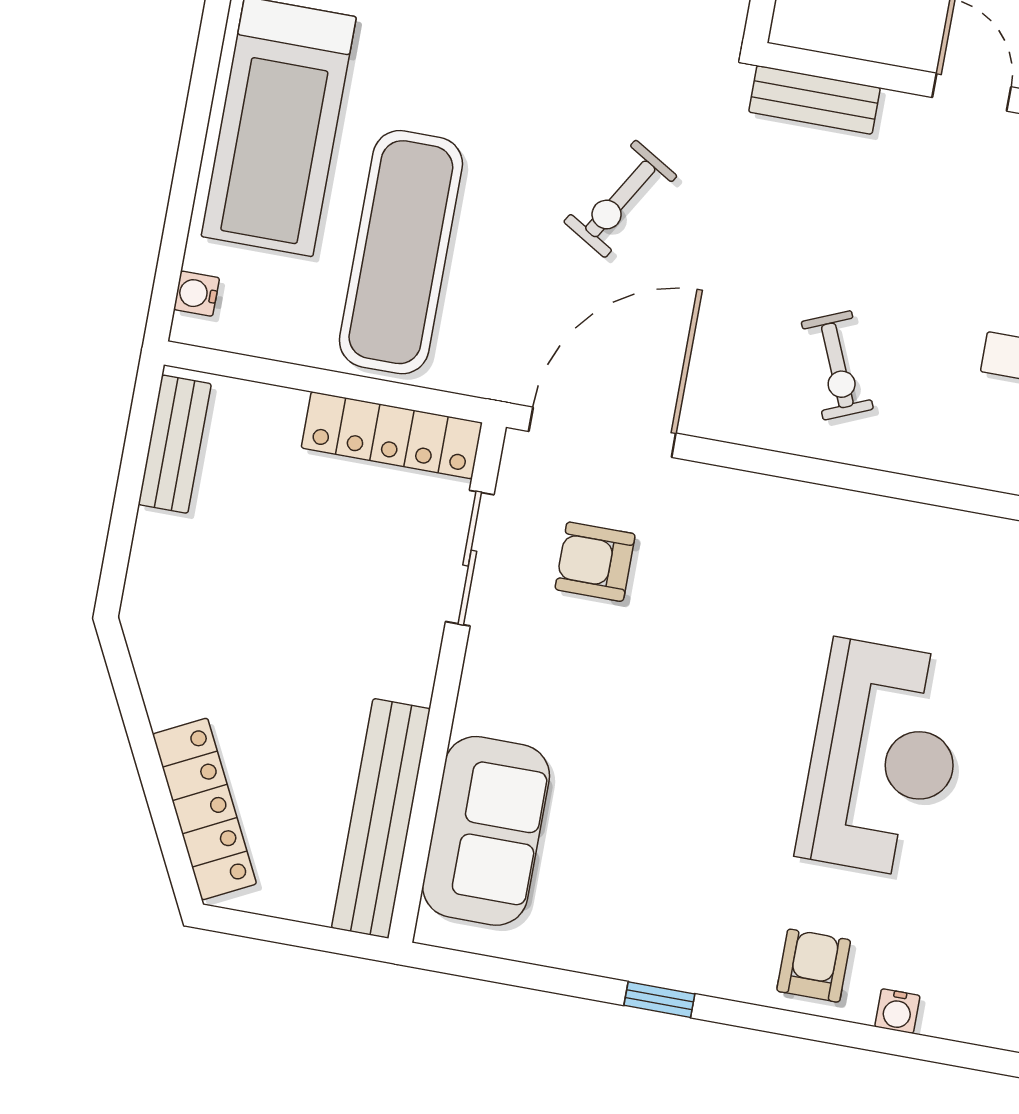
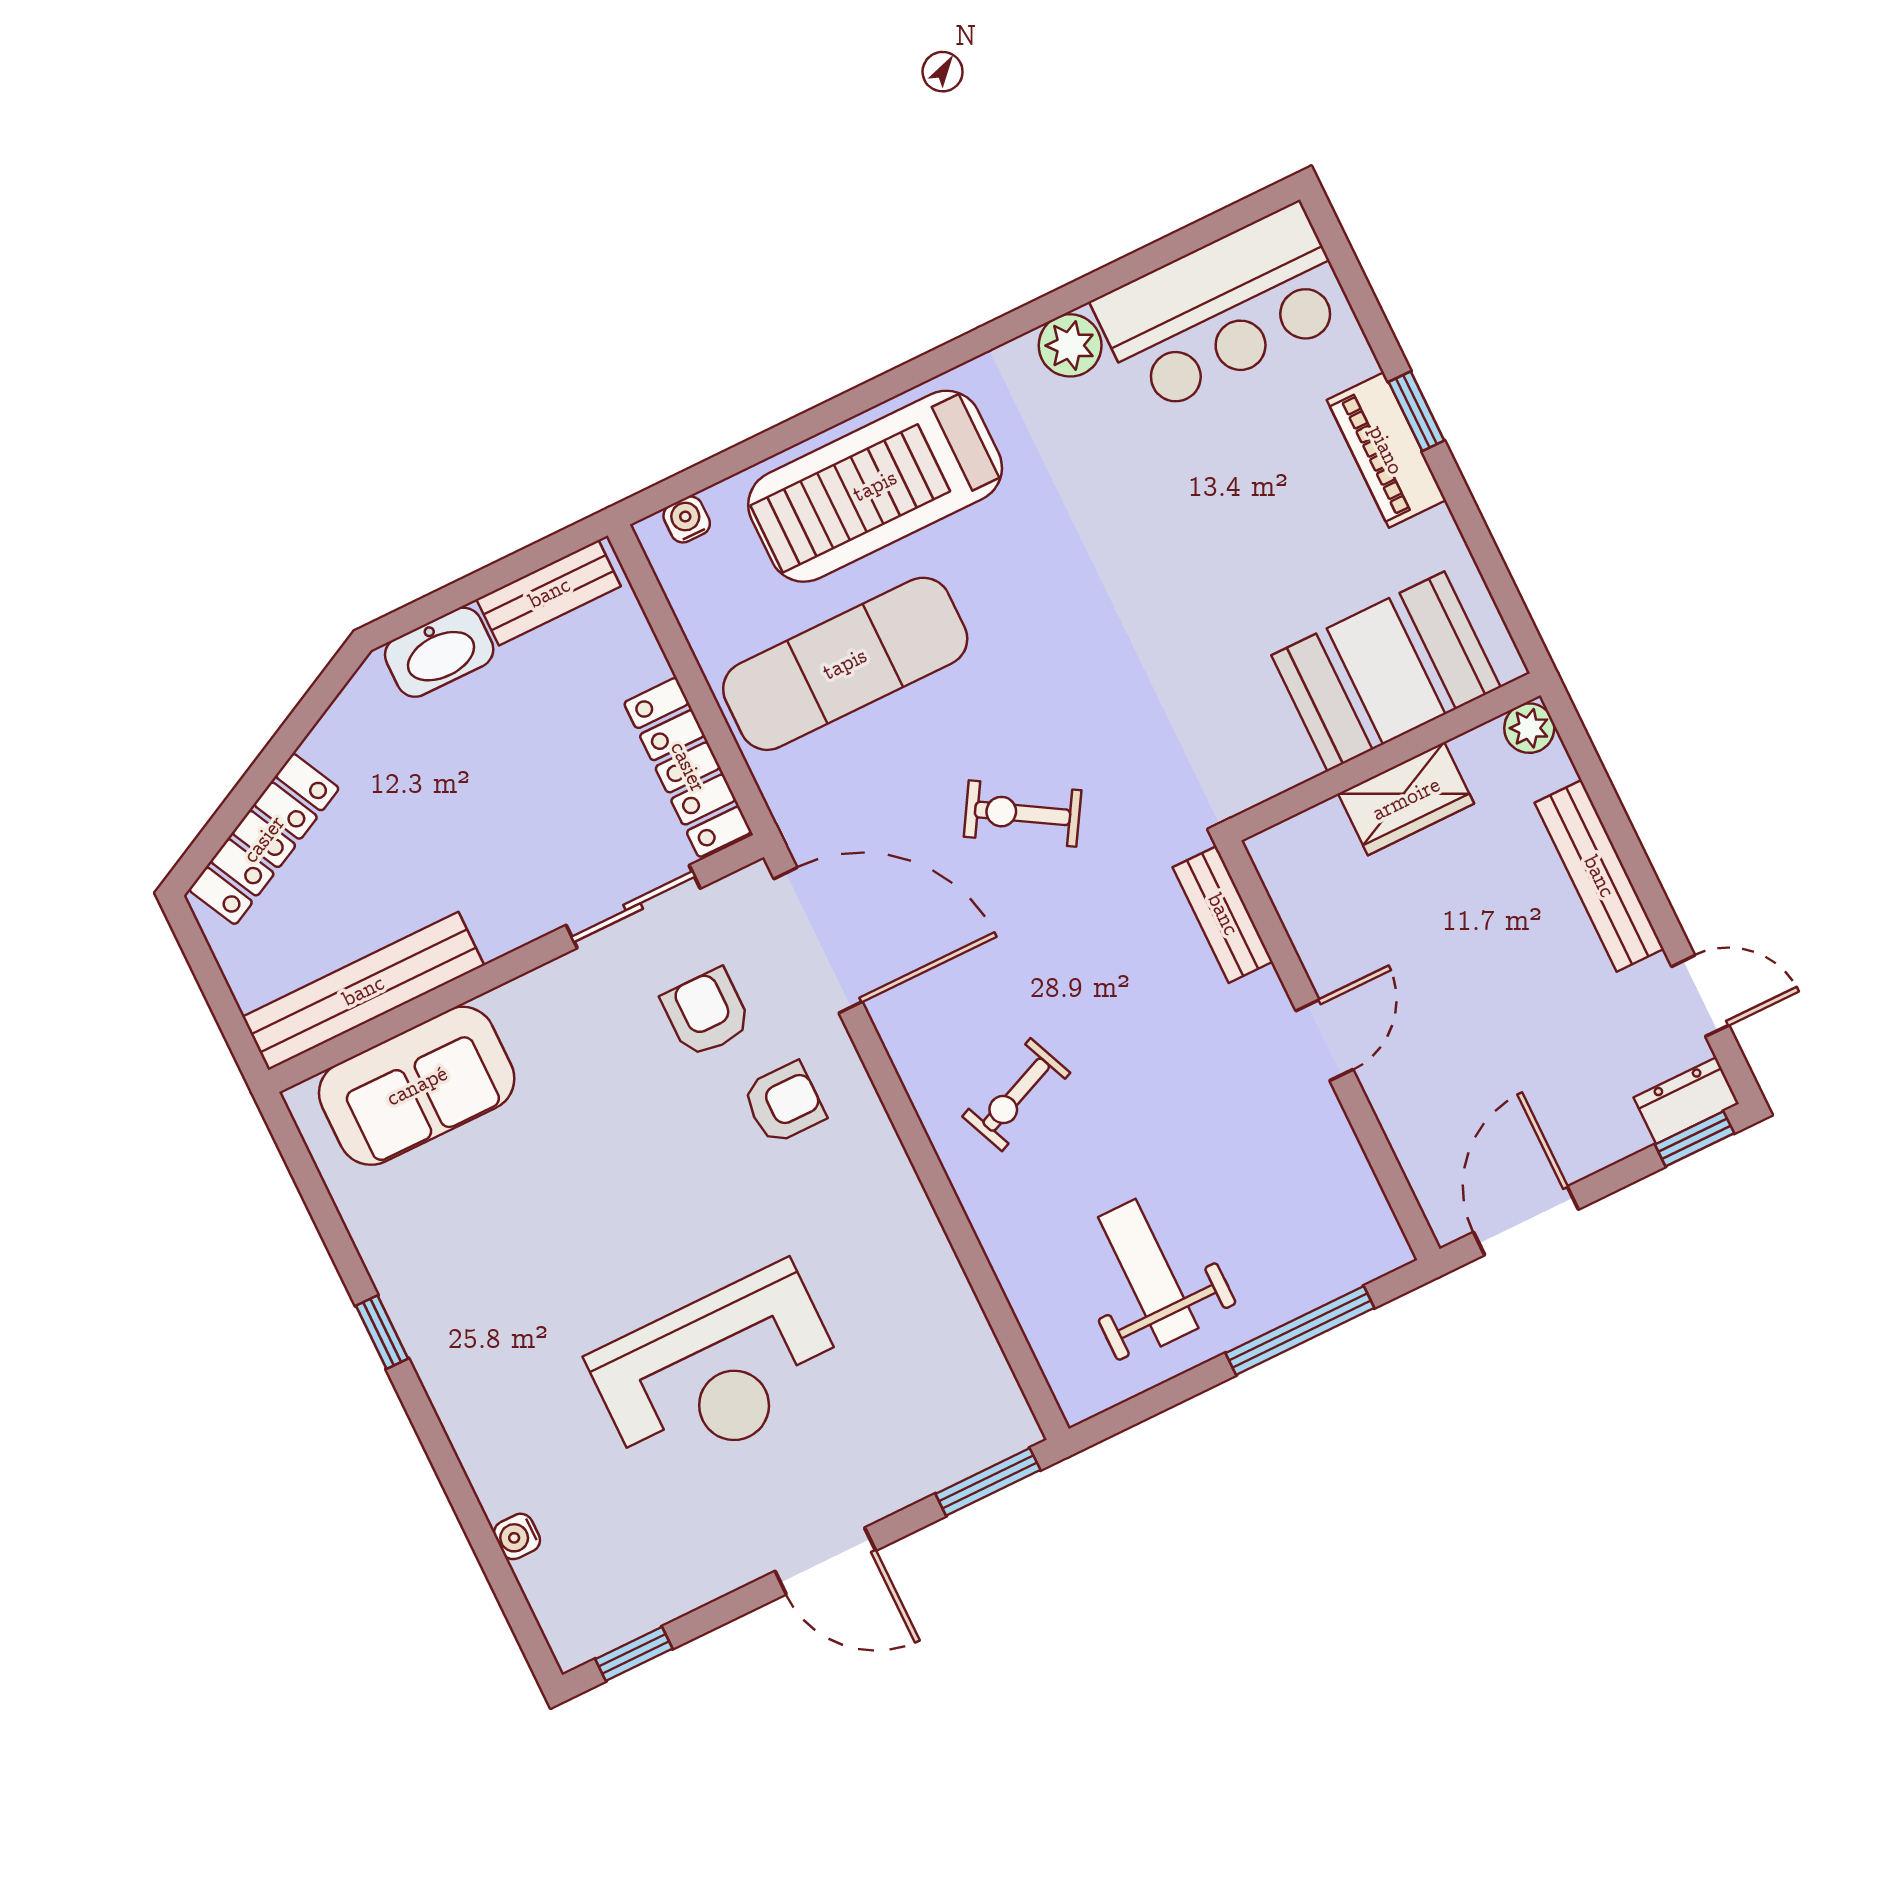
washbasin: (159, 564) -> (439, 652), added
armchair: (814, 966) -> (784, 1103), moved

